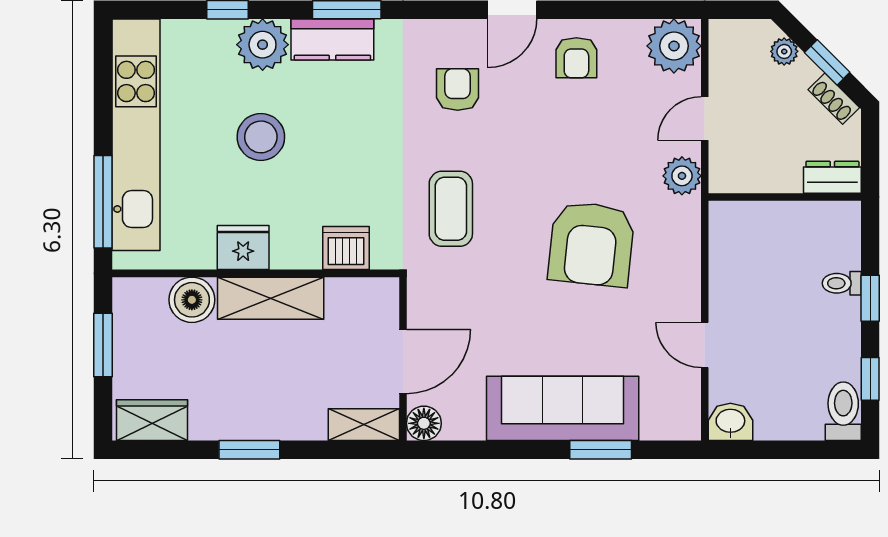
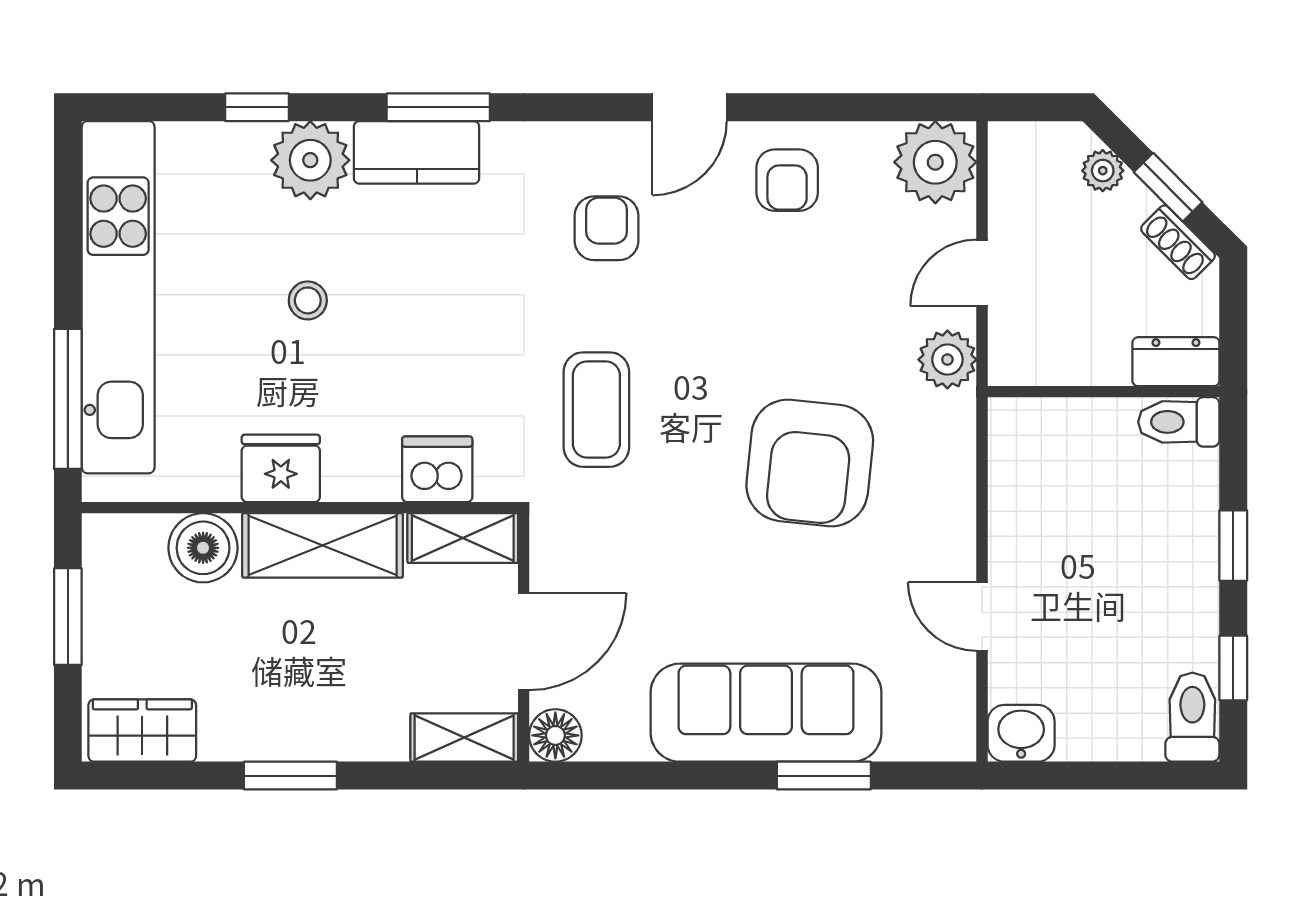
stool: (261, 137) -> (308, 300), width x0.53, depth x0.53
toilet: (842, 283) -> (1179, 422), moved, width x1.37, depth x1.39
shelving: (363, 293) -> (463, 538), added

